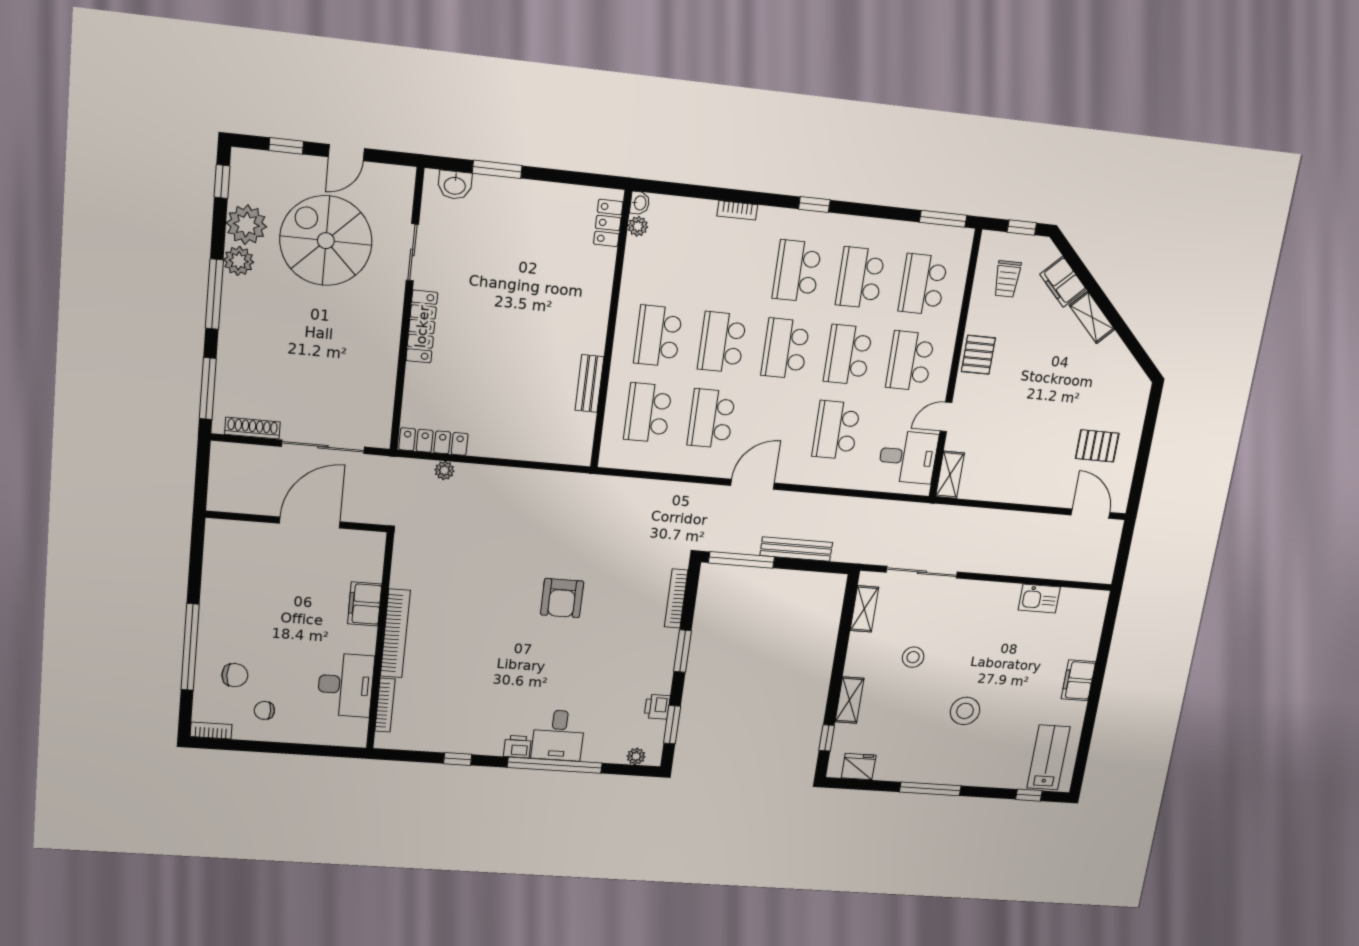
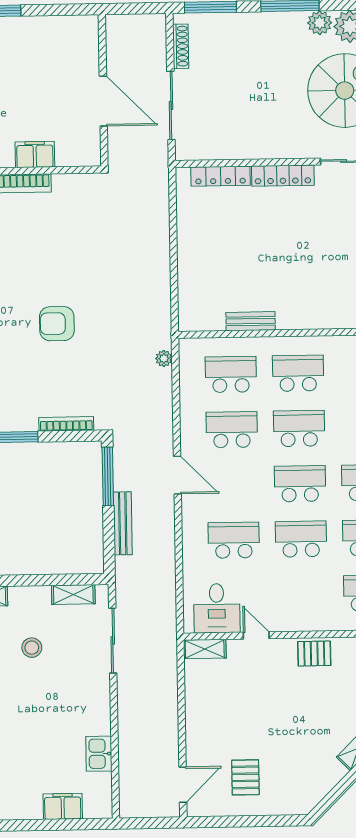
school desk: (910, 361) -> (302, 594), removed
locker: (433, 442) -> (220, 176), moved, turned 90
plant: (444, 470) -> (164, 358), moved
filing cabinet: (1078, 680) -> (63, 806), moved

